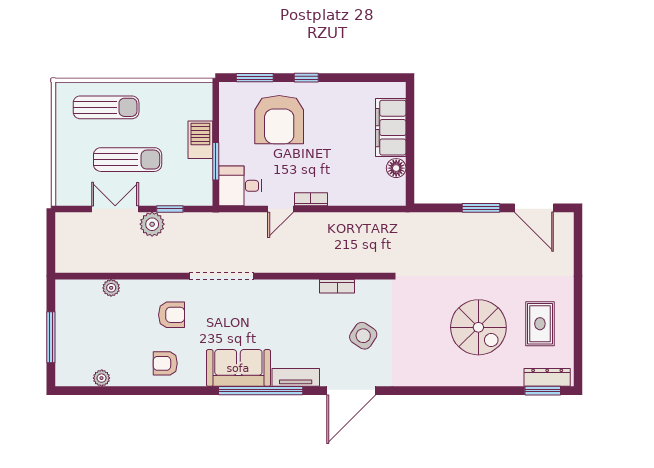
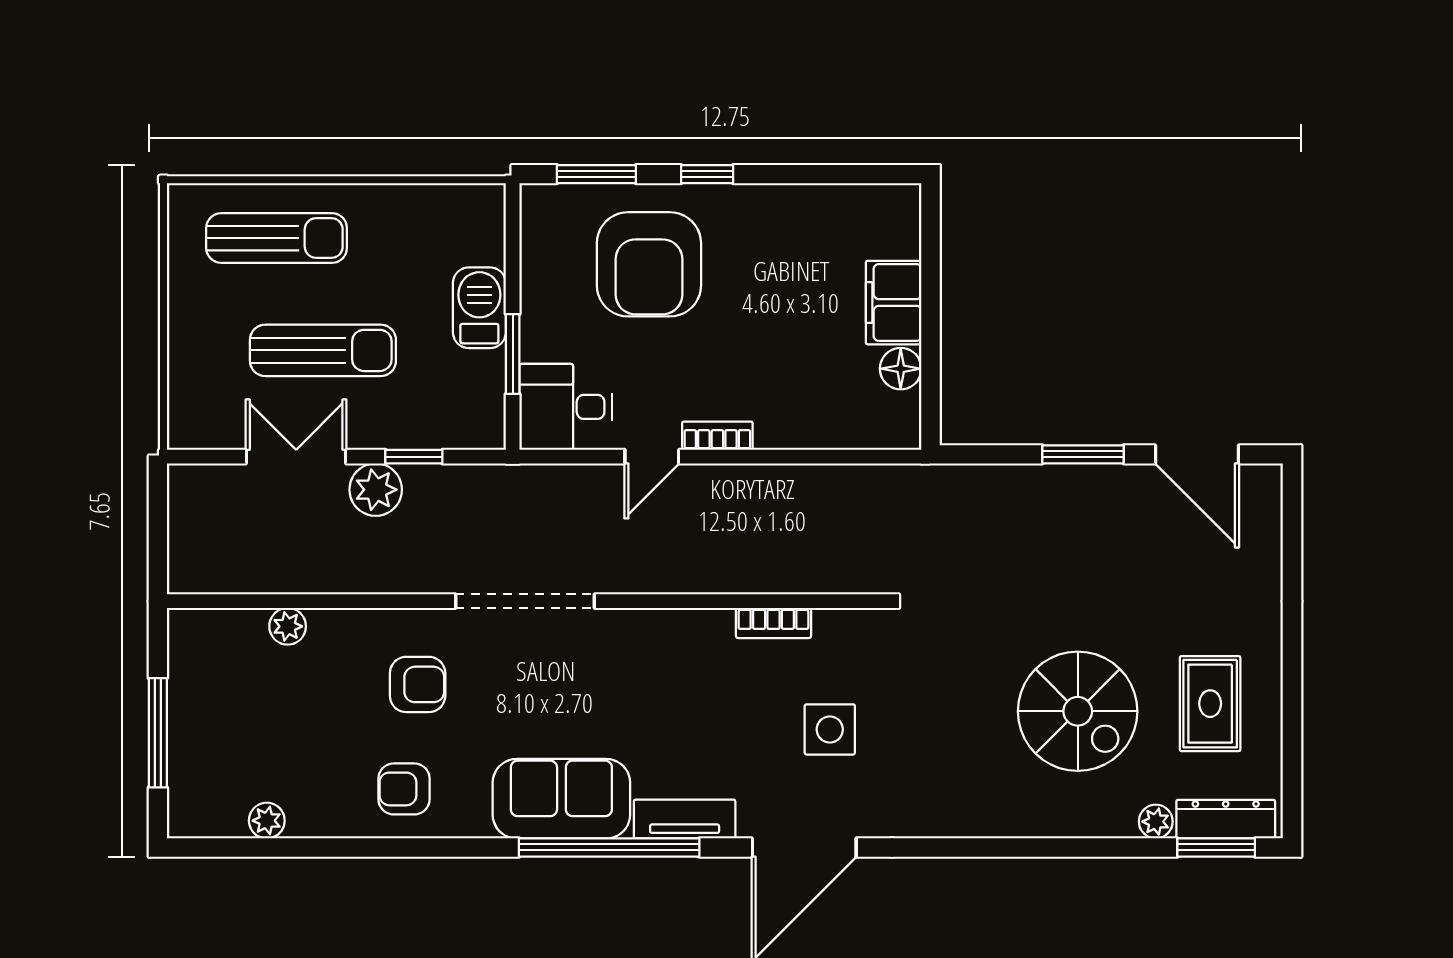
filing cabinet: (391, 128) -> (894, 303), width x0.67, depth x0.86
side table: (363, 336) -> (830, 729), turned -34
plant: (515, 379) -> (1156, 822), added

